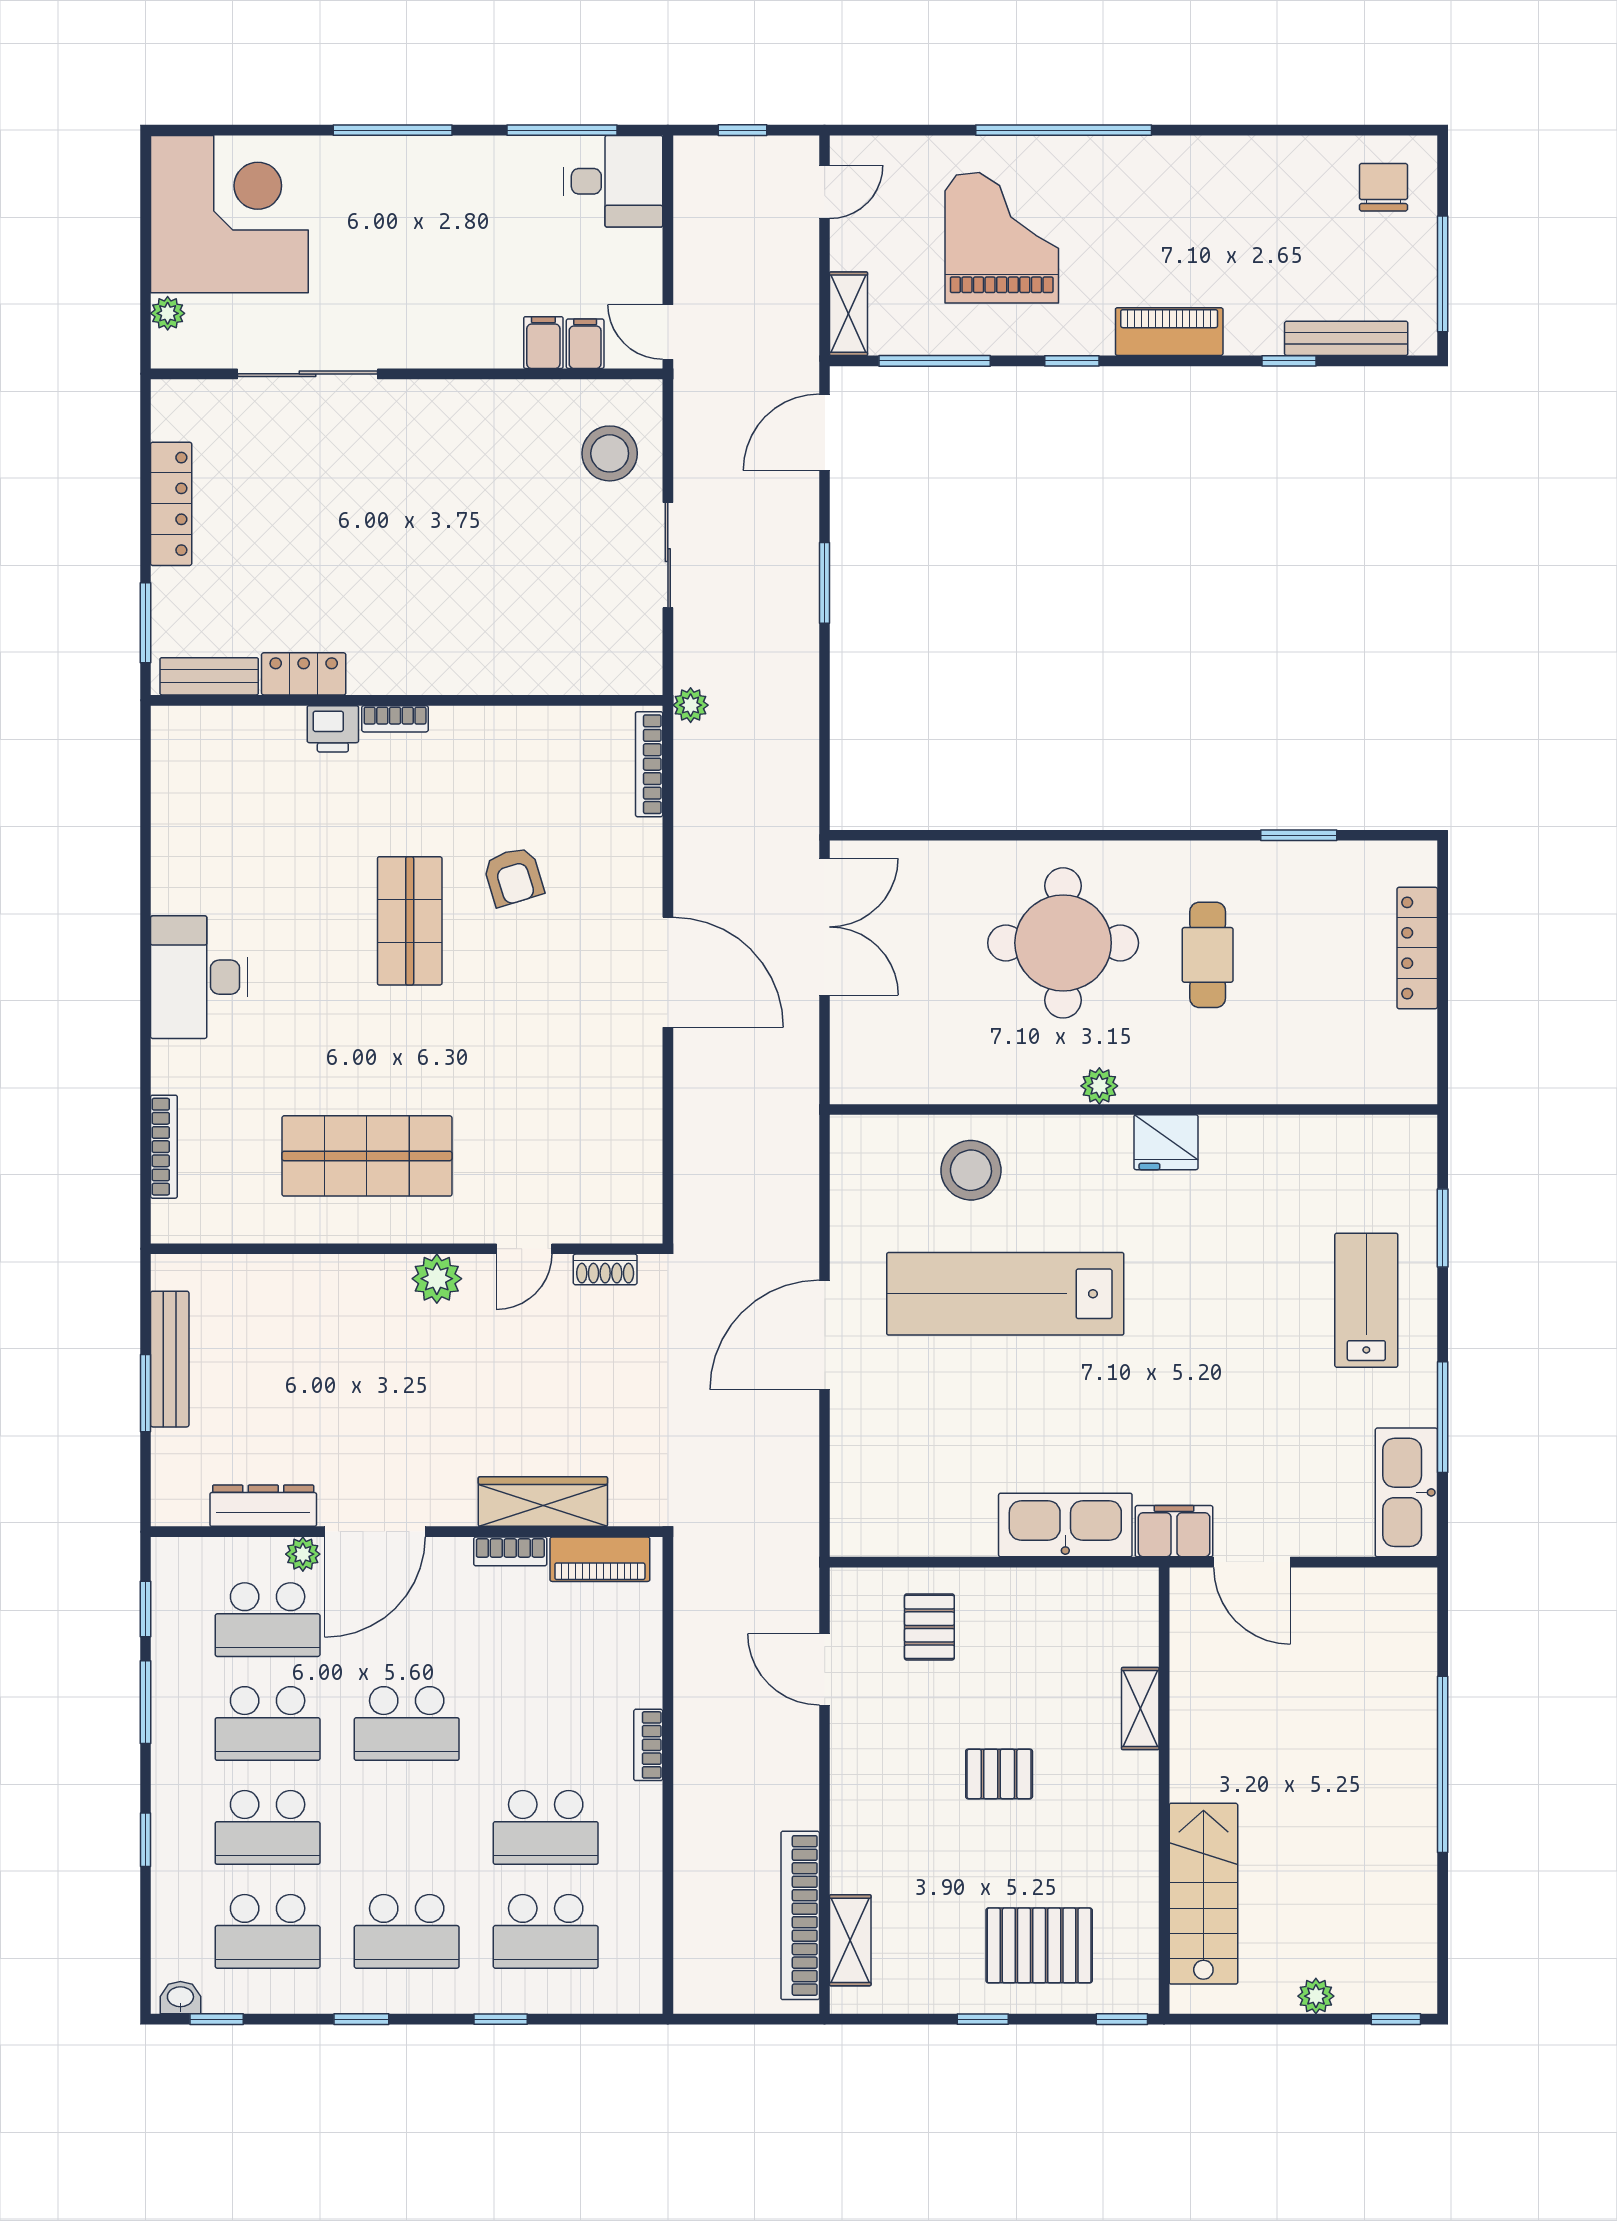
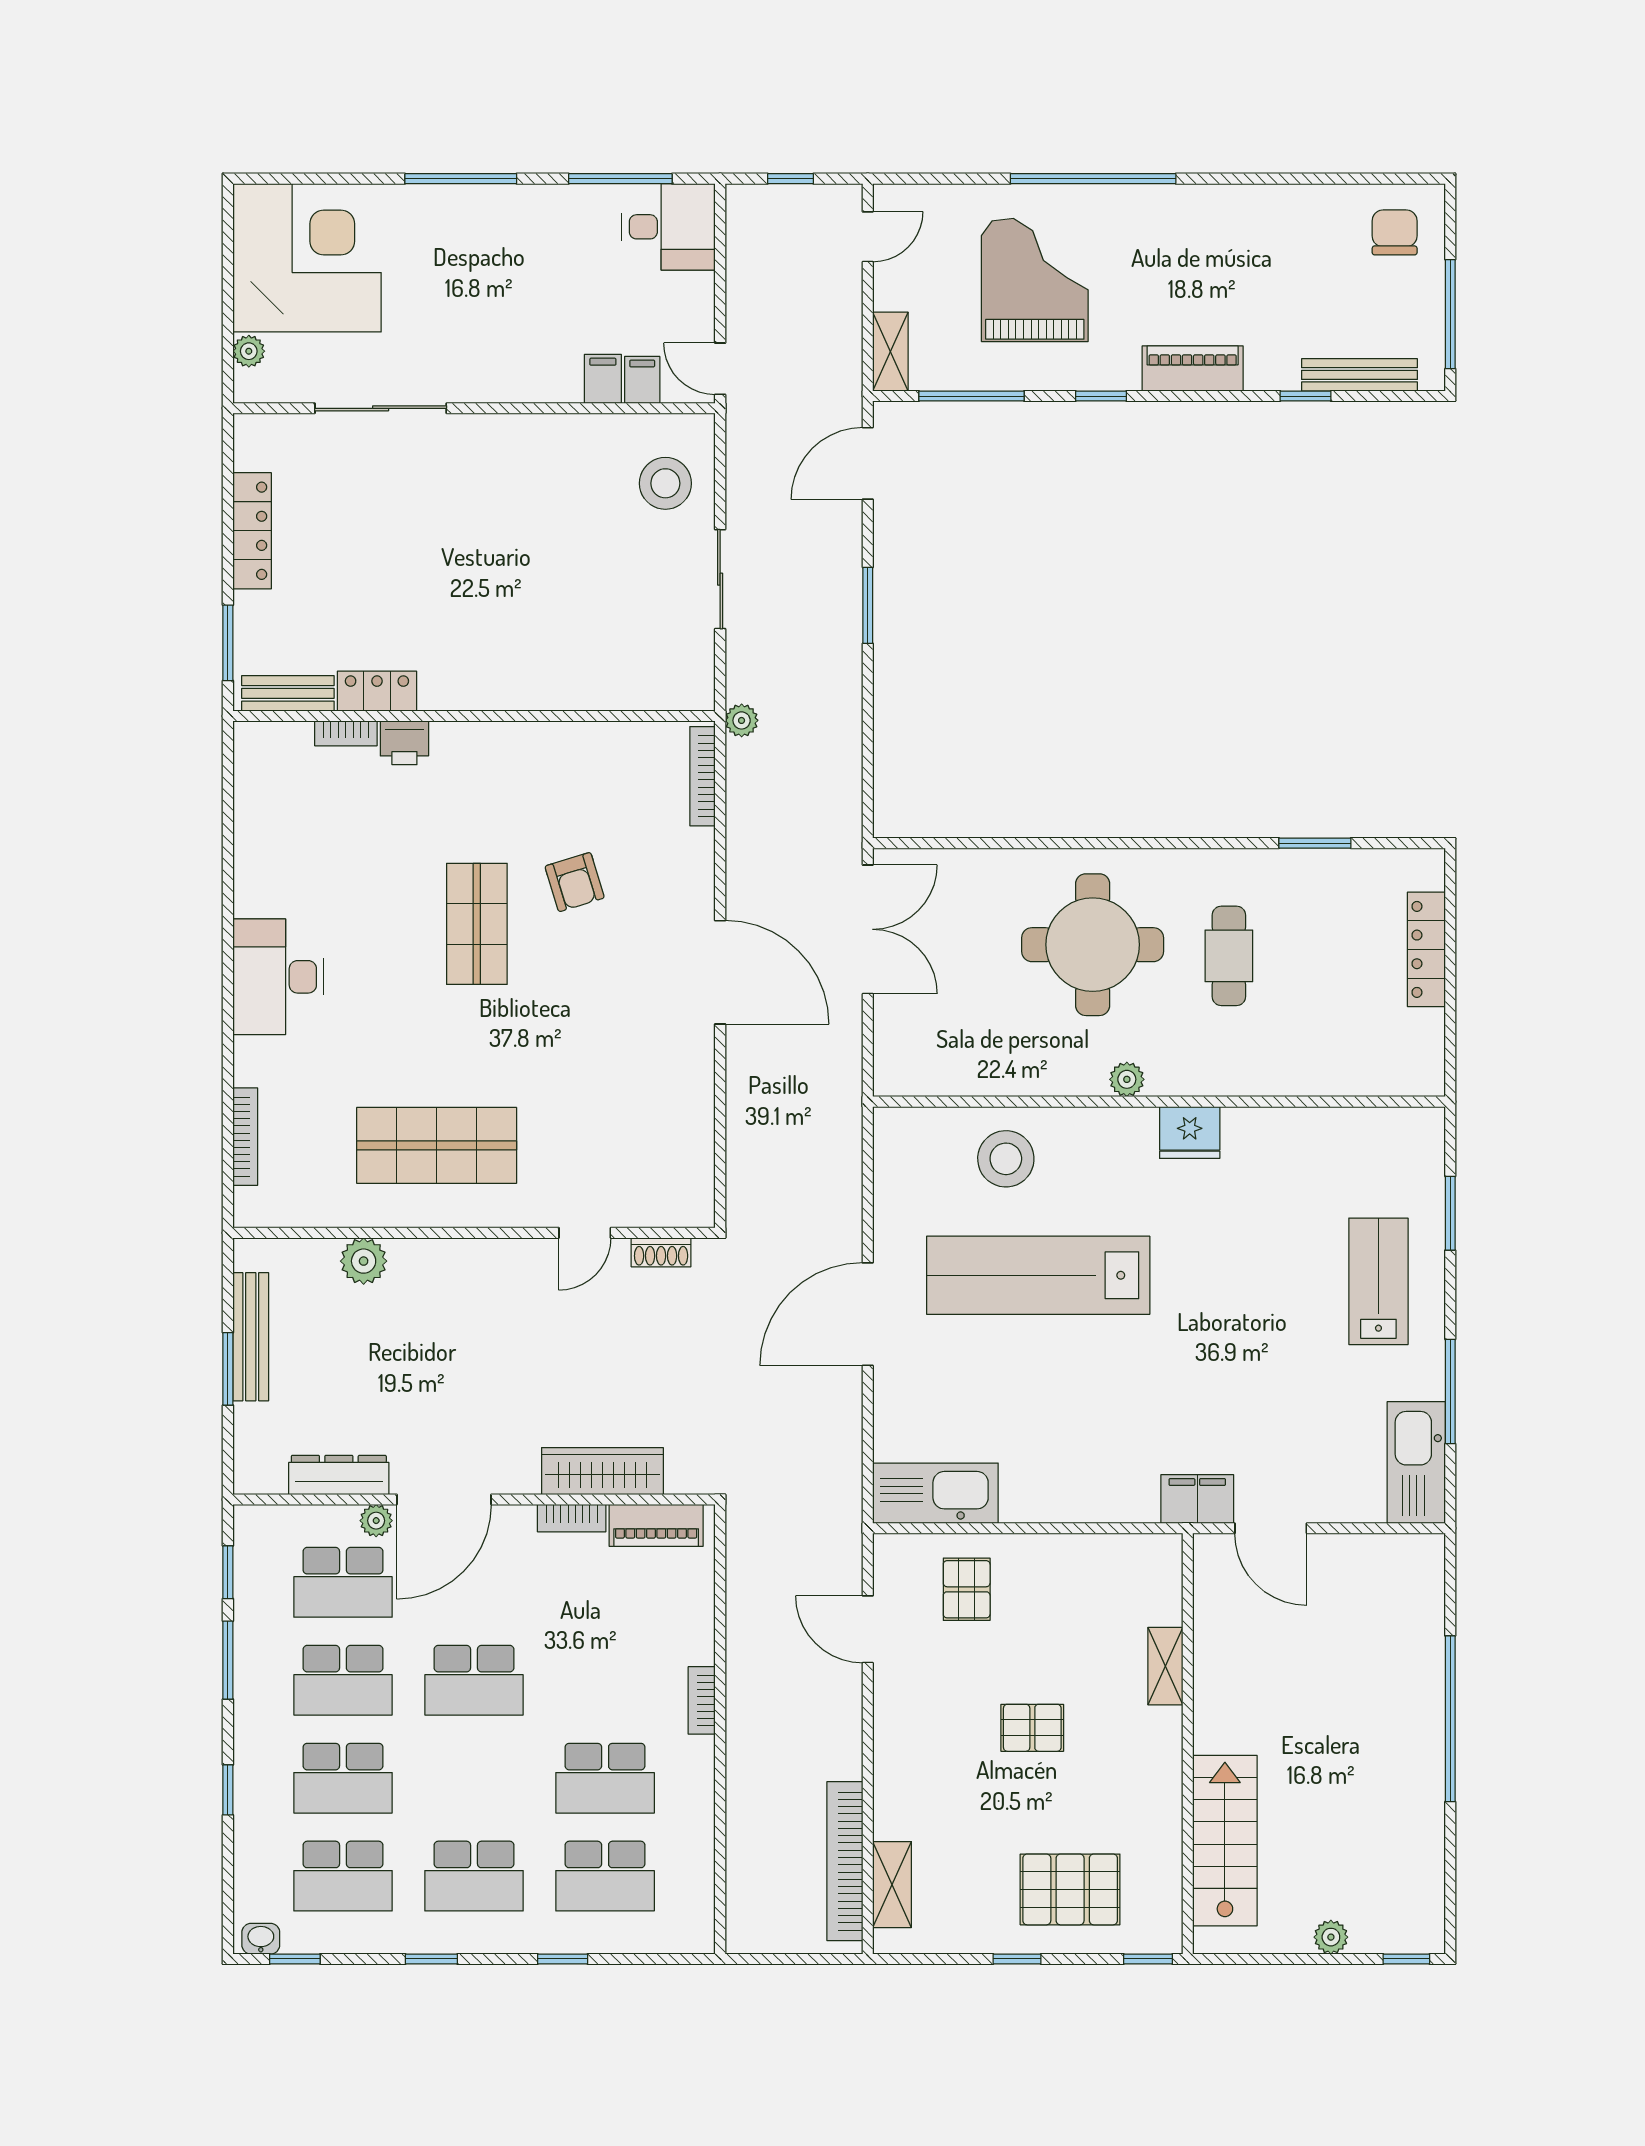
bookcase: (395, 719) -> (346, 733), moved
plant: (437, 1279) -> (364, 1261), moved
kitchen sink: (1065, 1525) -> (935, 1493), moved

